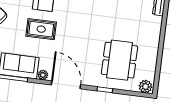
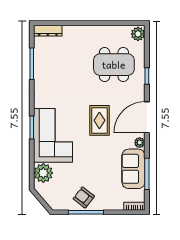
rug: (41, 29) -> (99, 120), moved

